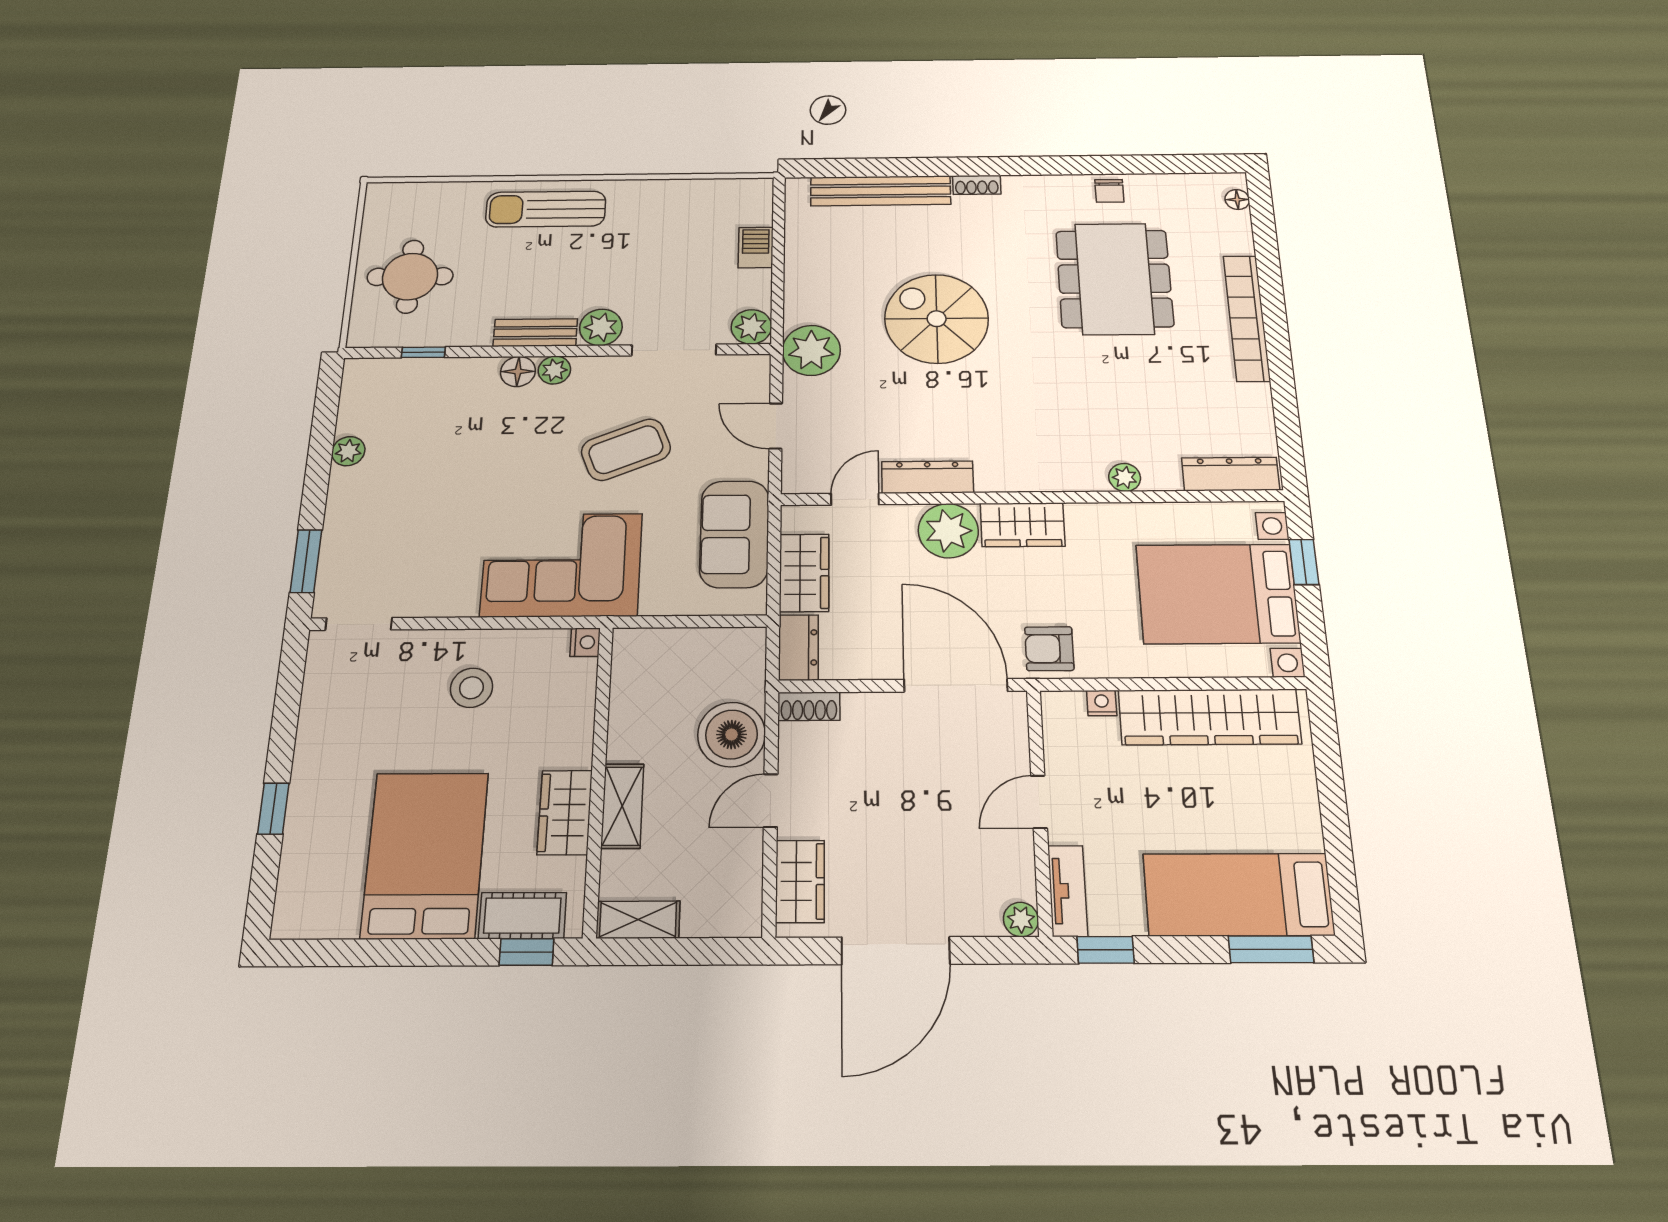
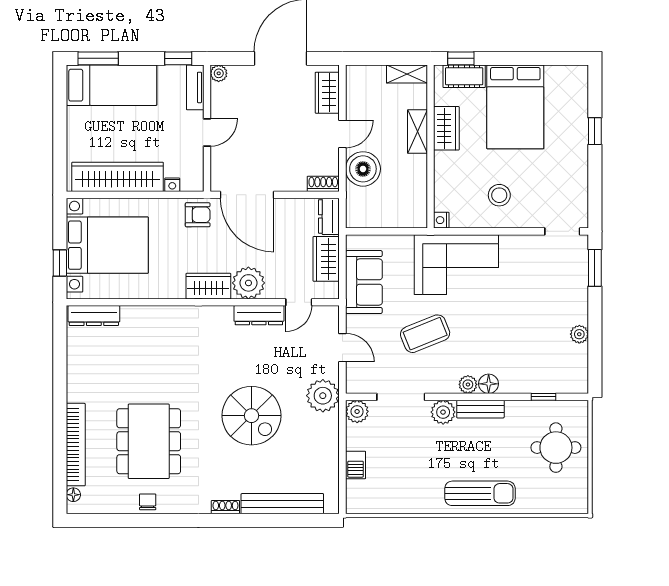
bookcase: (1247, 318) -> (76, 445), moved
plant: (1125, 477) -> (152, 314), removed

